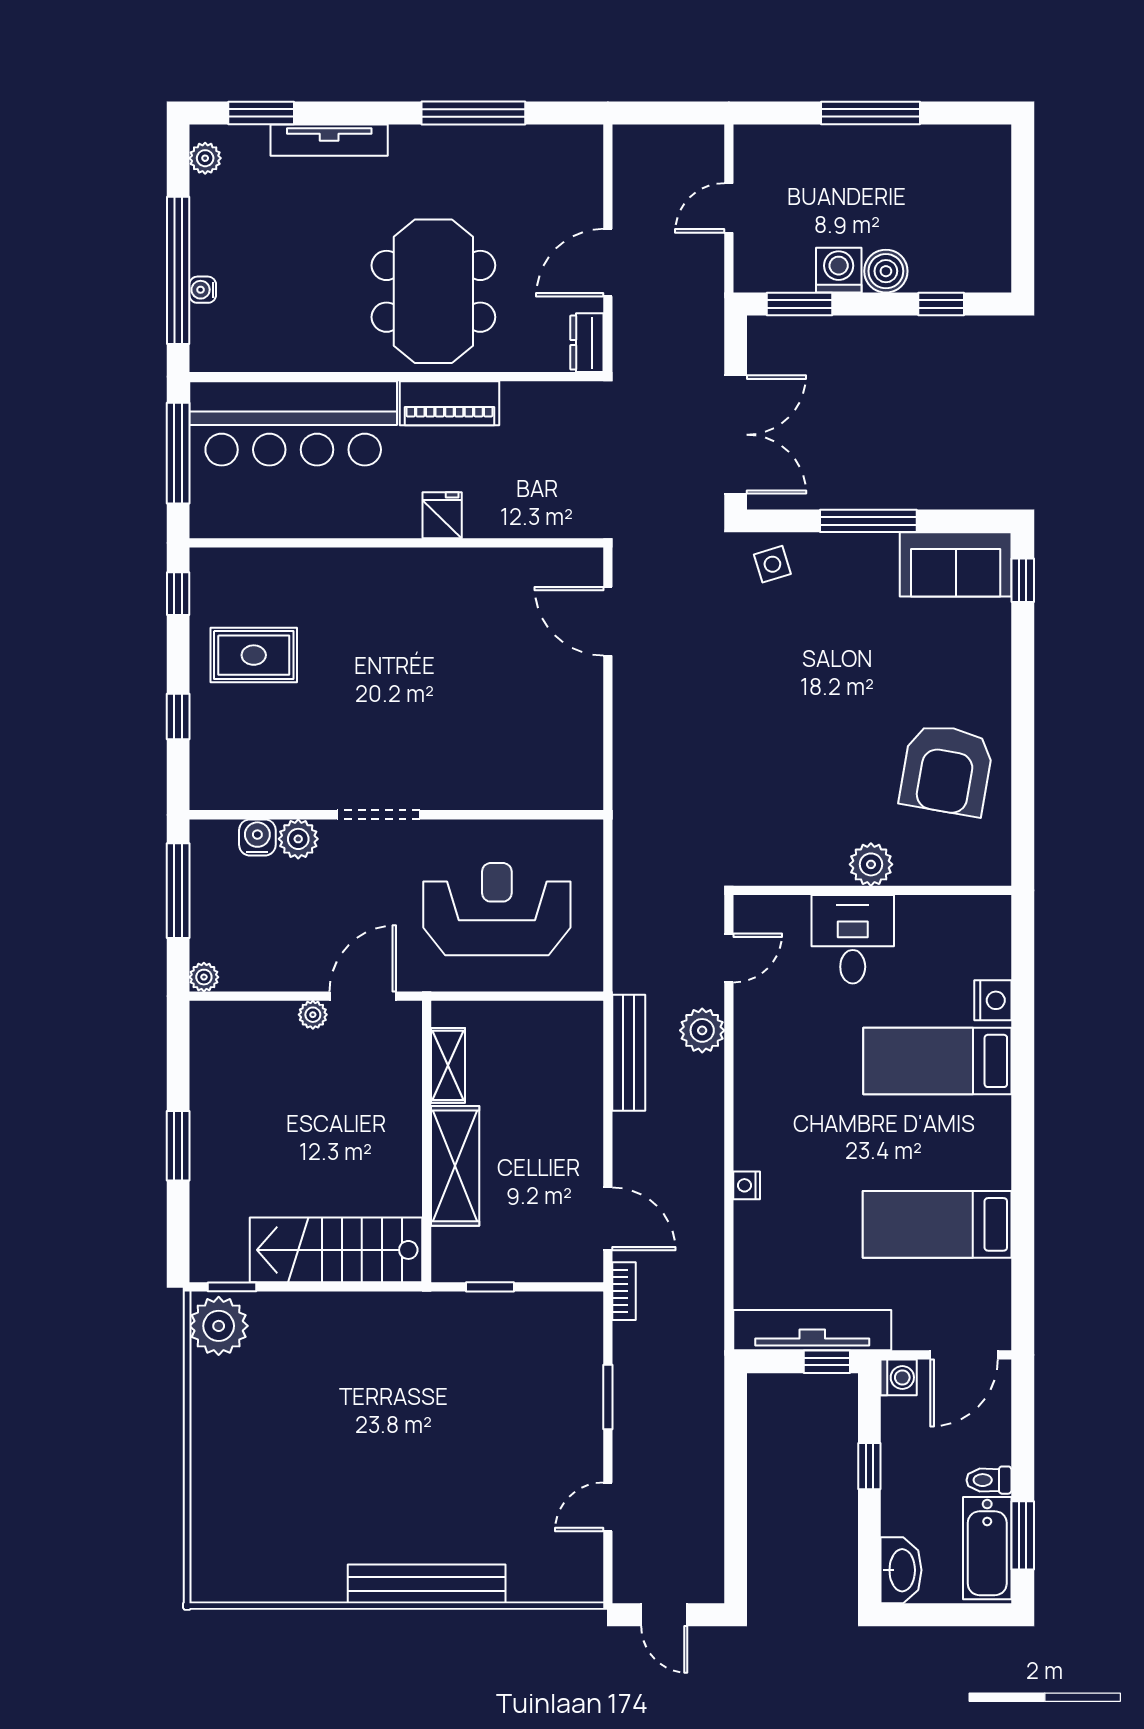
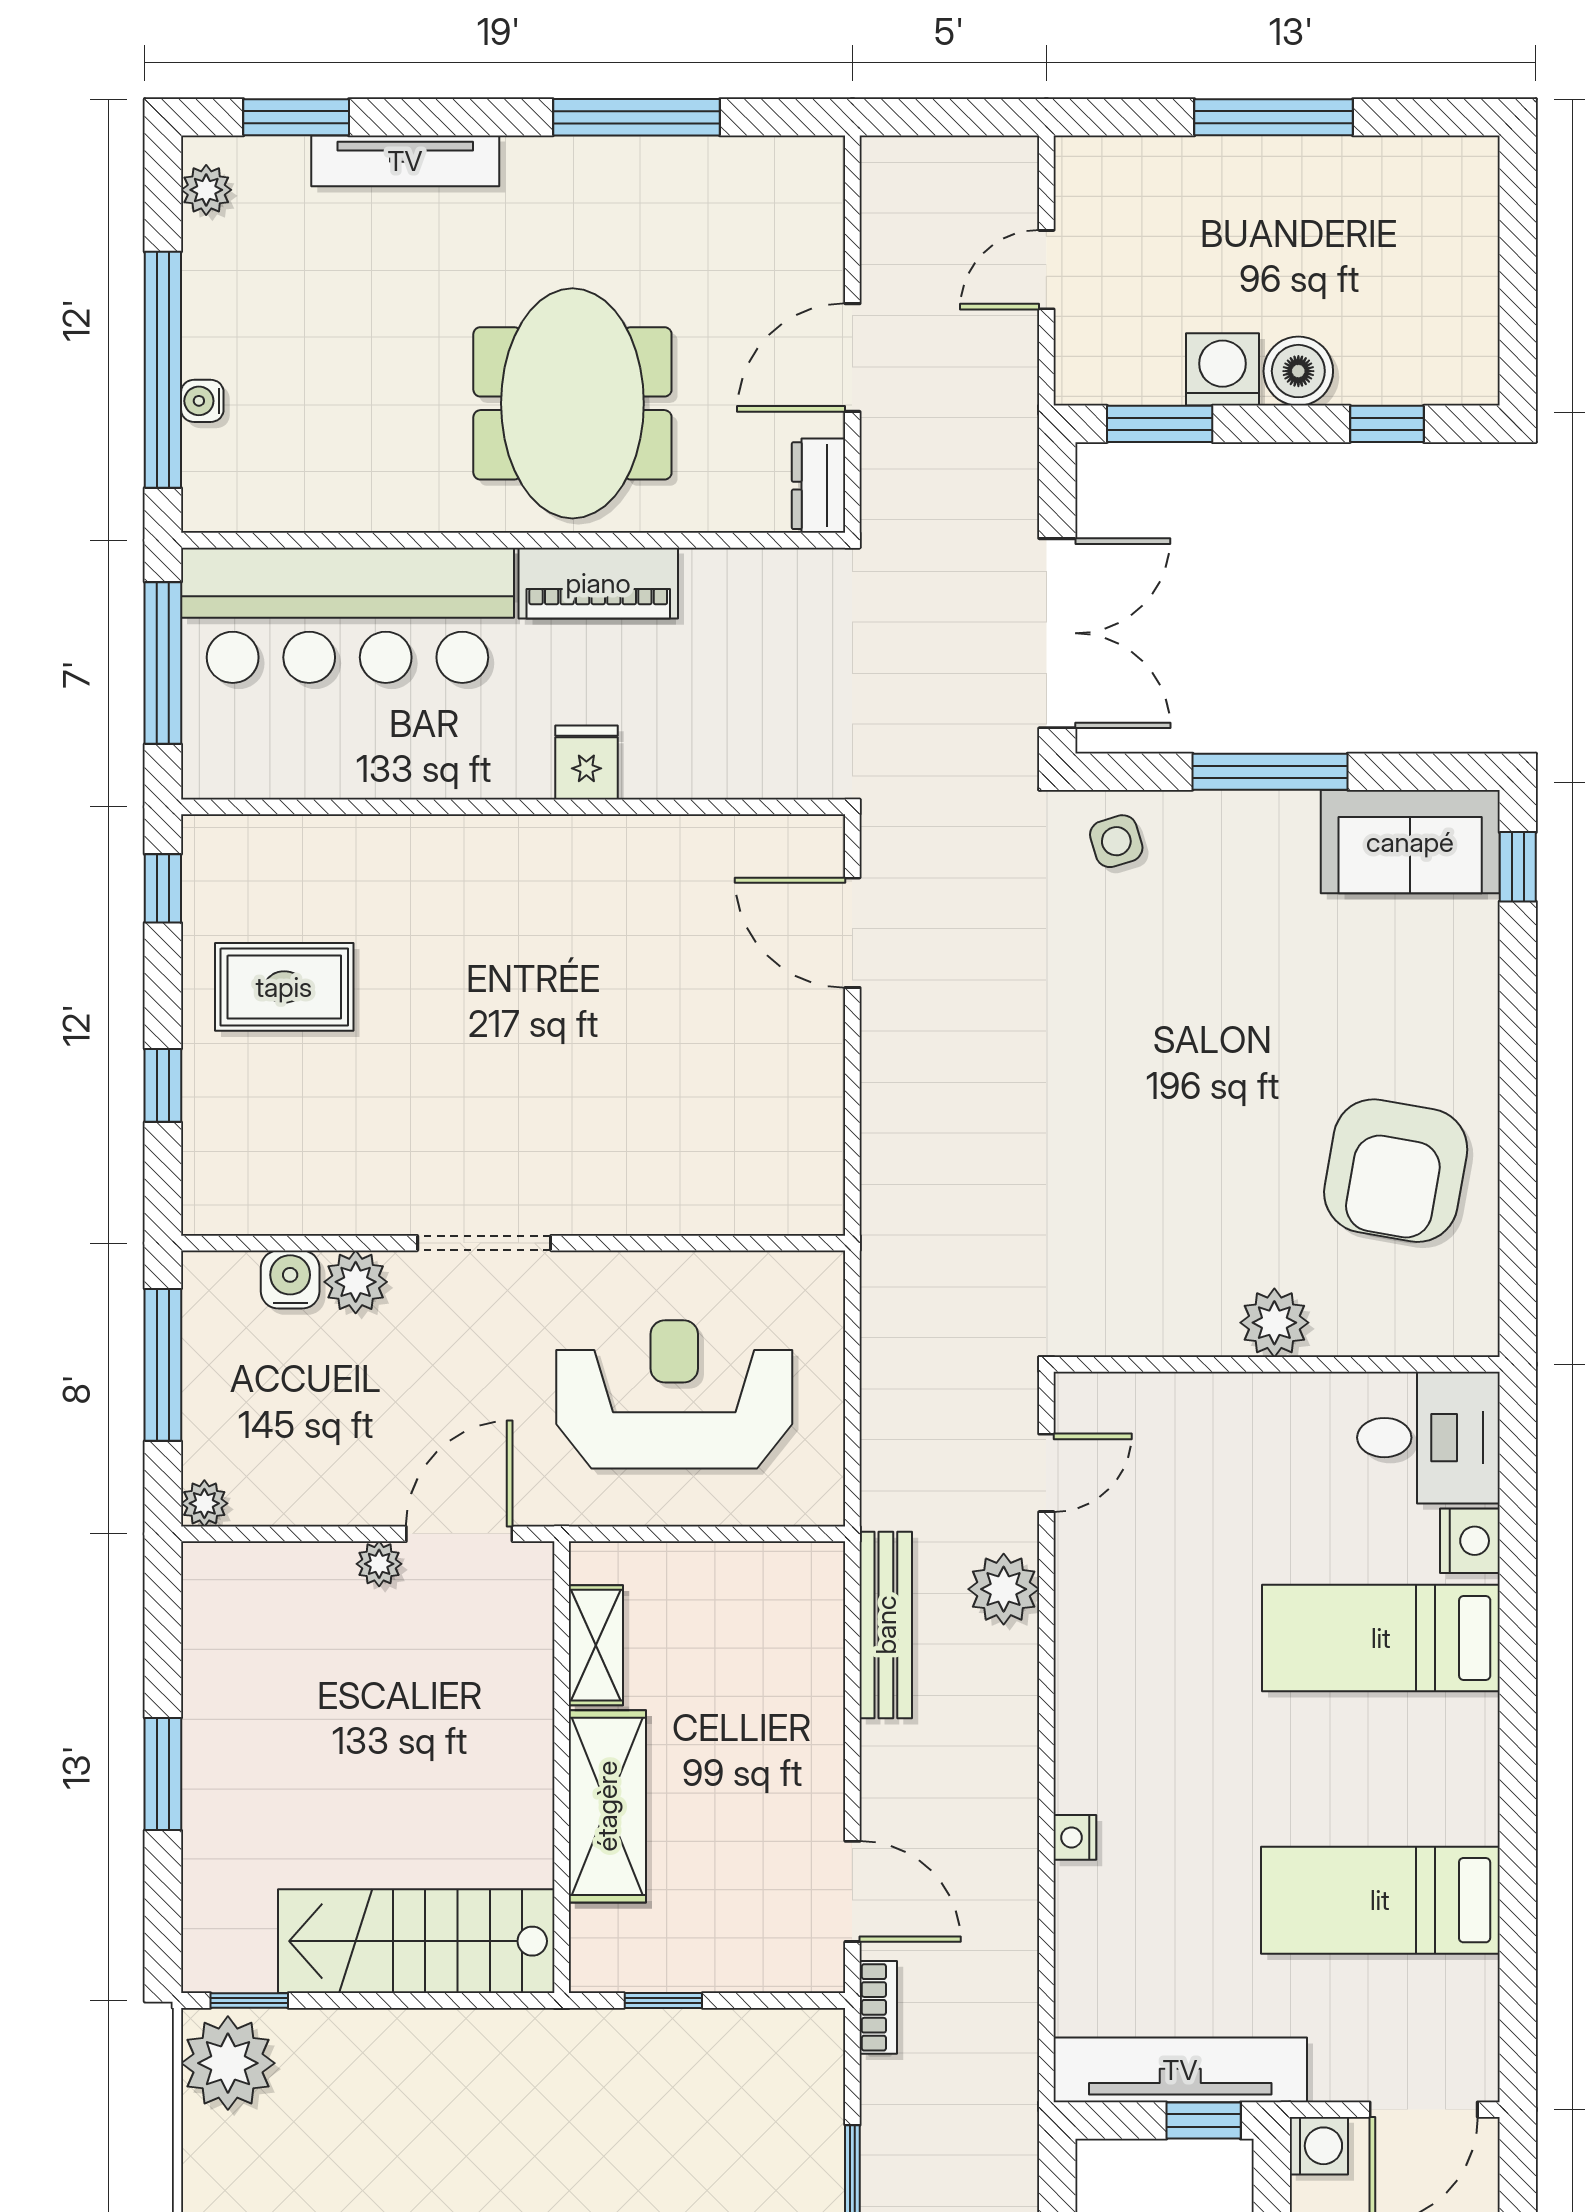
desk: (853, 939) -> (1428, 1438), moved, turned 90

